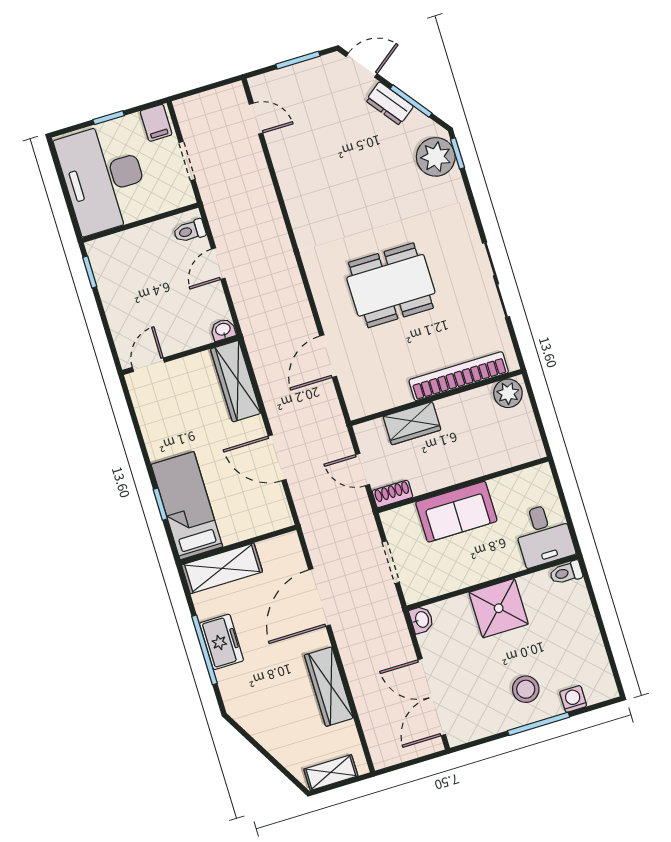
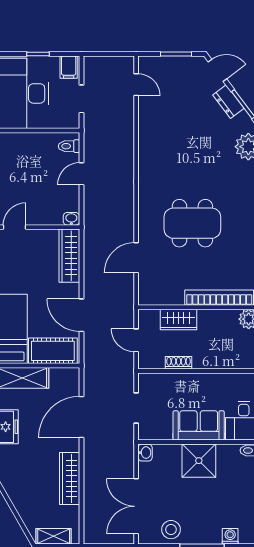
shoe rack: (392, 494) -> (179, 363), moved
sofa: (456, 512) -> (199, 425), moved, turned 180
cot: (253, 519) -> (53, 351), added
stool: (526, 689) -> (171, 530), moved

